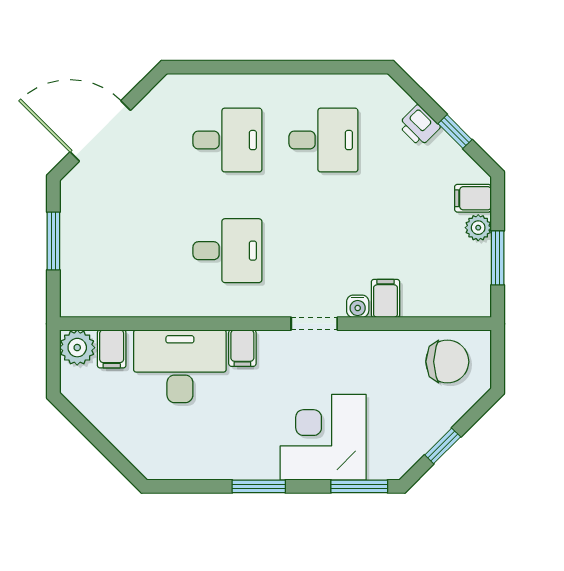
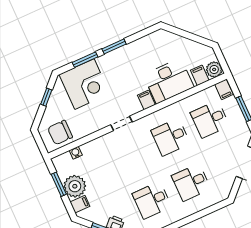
plant: (478, 228) -> (75, 186), width x1.88, depth x1.88
desk: (131, 251) -> (210, 119), added
filing cabinet: (386, 298) -> (224, 89), moved
water cooler: (358, 306) -> (76, 153), moved
corner desk: (323, 437) -> (85, 84), moved
window: (359, 486) -> (85, 60), moved

